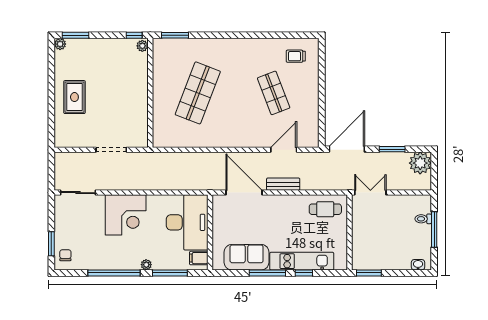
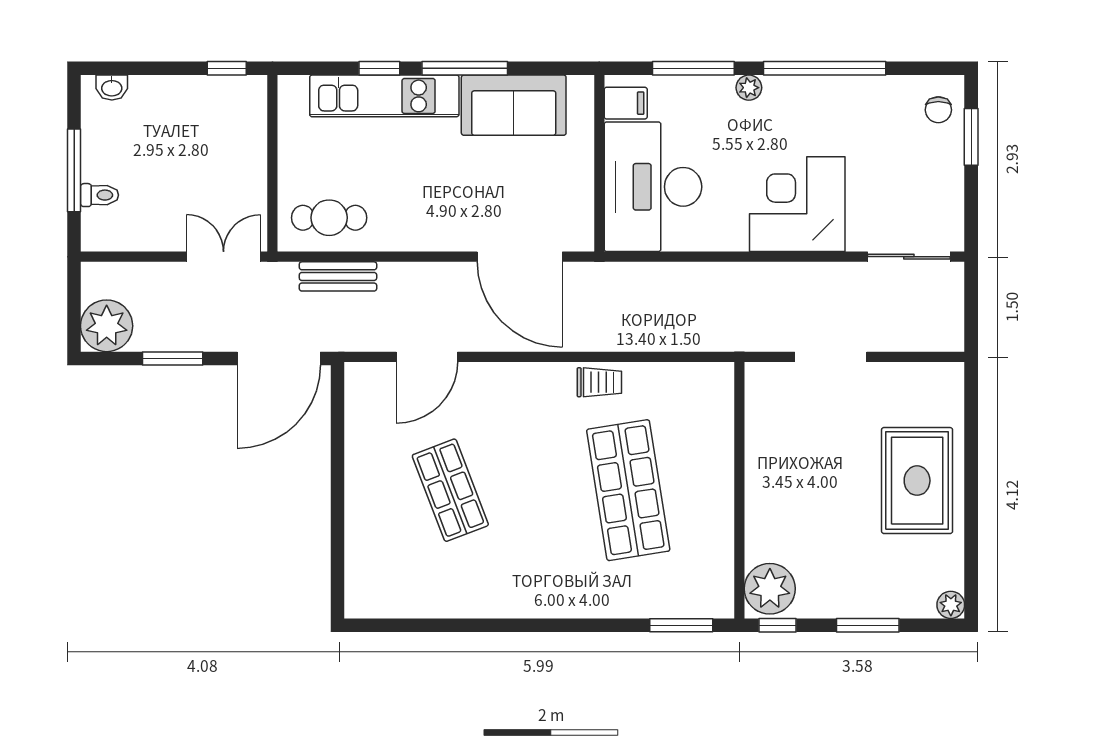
window: (76, 35) -> (868, 625), moved
plant: (142, 46) -> (770, 589), width x1.87, depth x1.87
trolley: (296, 56) -> (599, 382), moved
shop shelf: (198, 93) -> (628, 490), turned -30
rug: (74, 97) -> (917, 481), width x1.36, depth x1.43
bench: (283, 184) -> (338, 276), moved
double door: (370, 193) -> (224, 257), swing flipped
window: (369, 273) -> (227, 68), width x0.67

